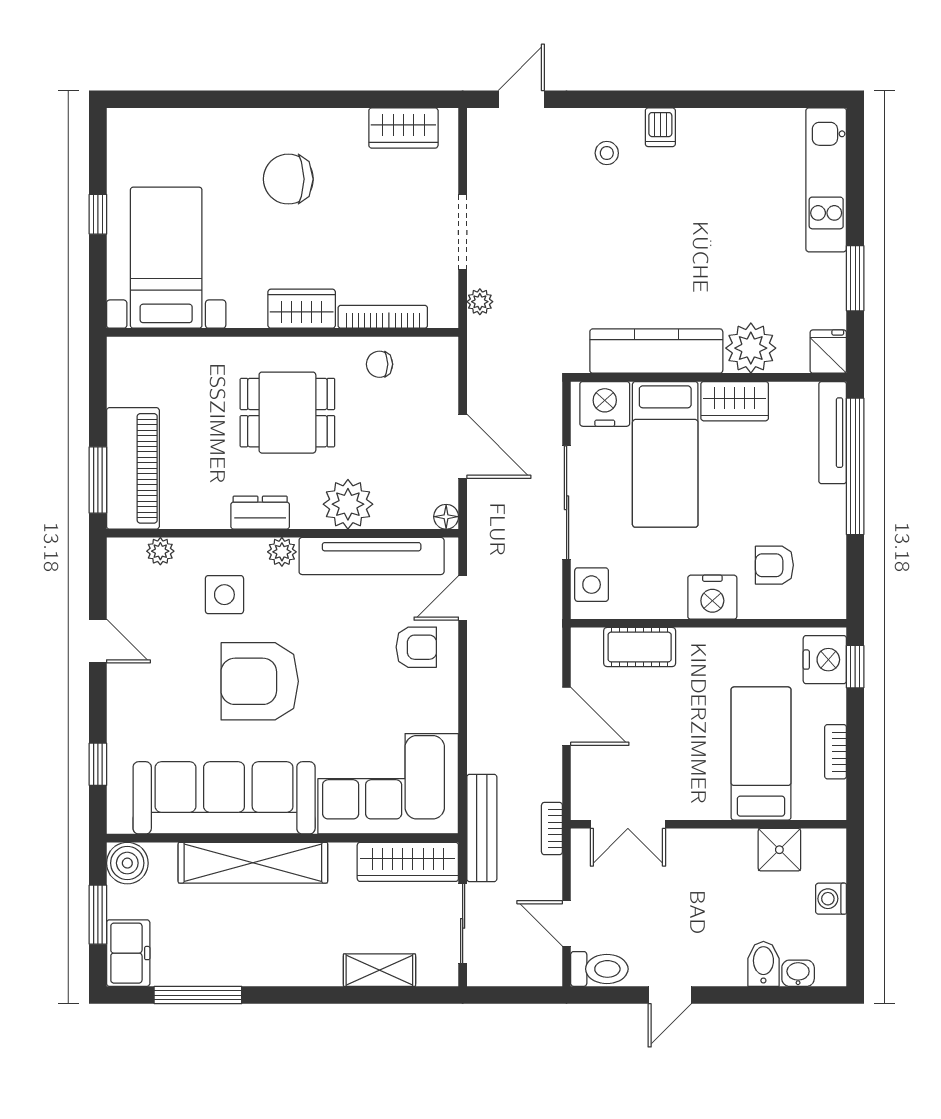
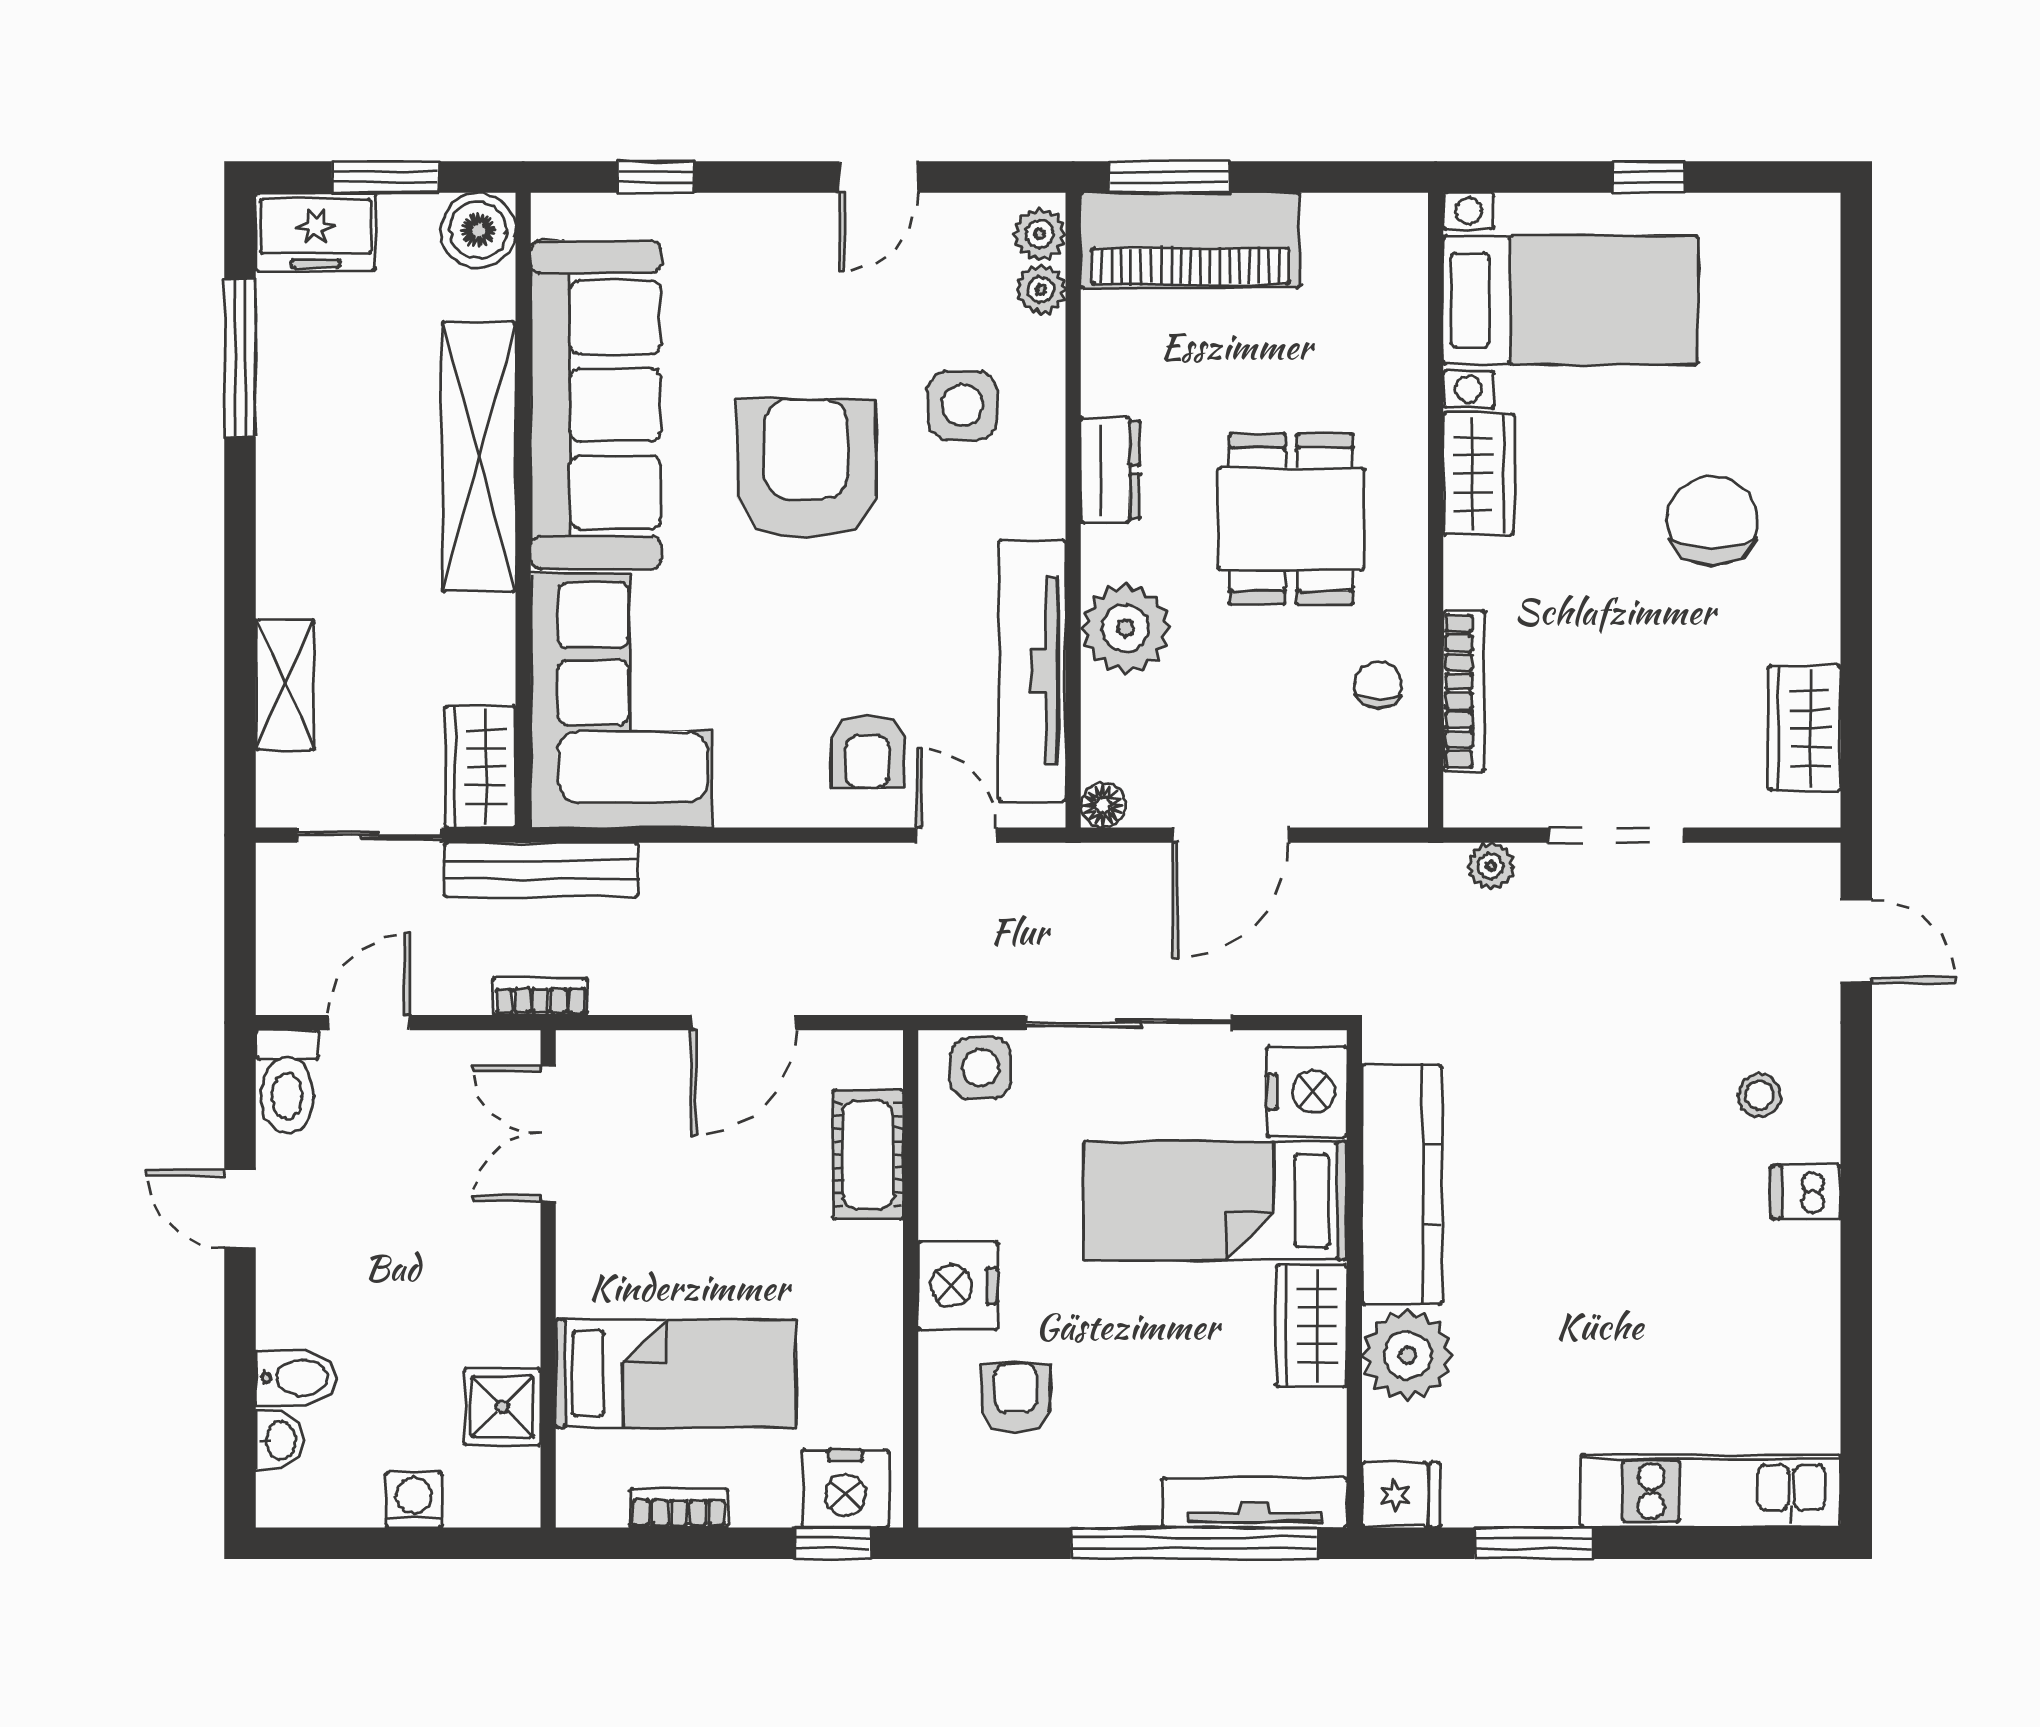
wardrobe: (302, 309) -> (1478, 474), moved
plant: (282, 552) -> (1040, 234), moved
wardrobe: (408, 862) -> (480, 767), width x0.67

